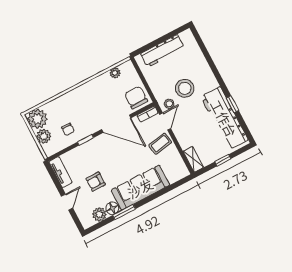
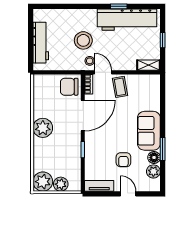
plant: (115, 73) -> (43, 128), moved, width x1.88, depth x1.88
chair: (68, 129) -> (66, 160), removed
sofa: (140, 188) -> (149, 131), width x0.73

